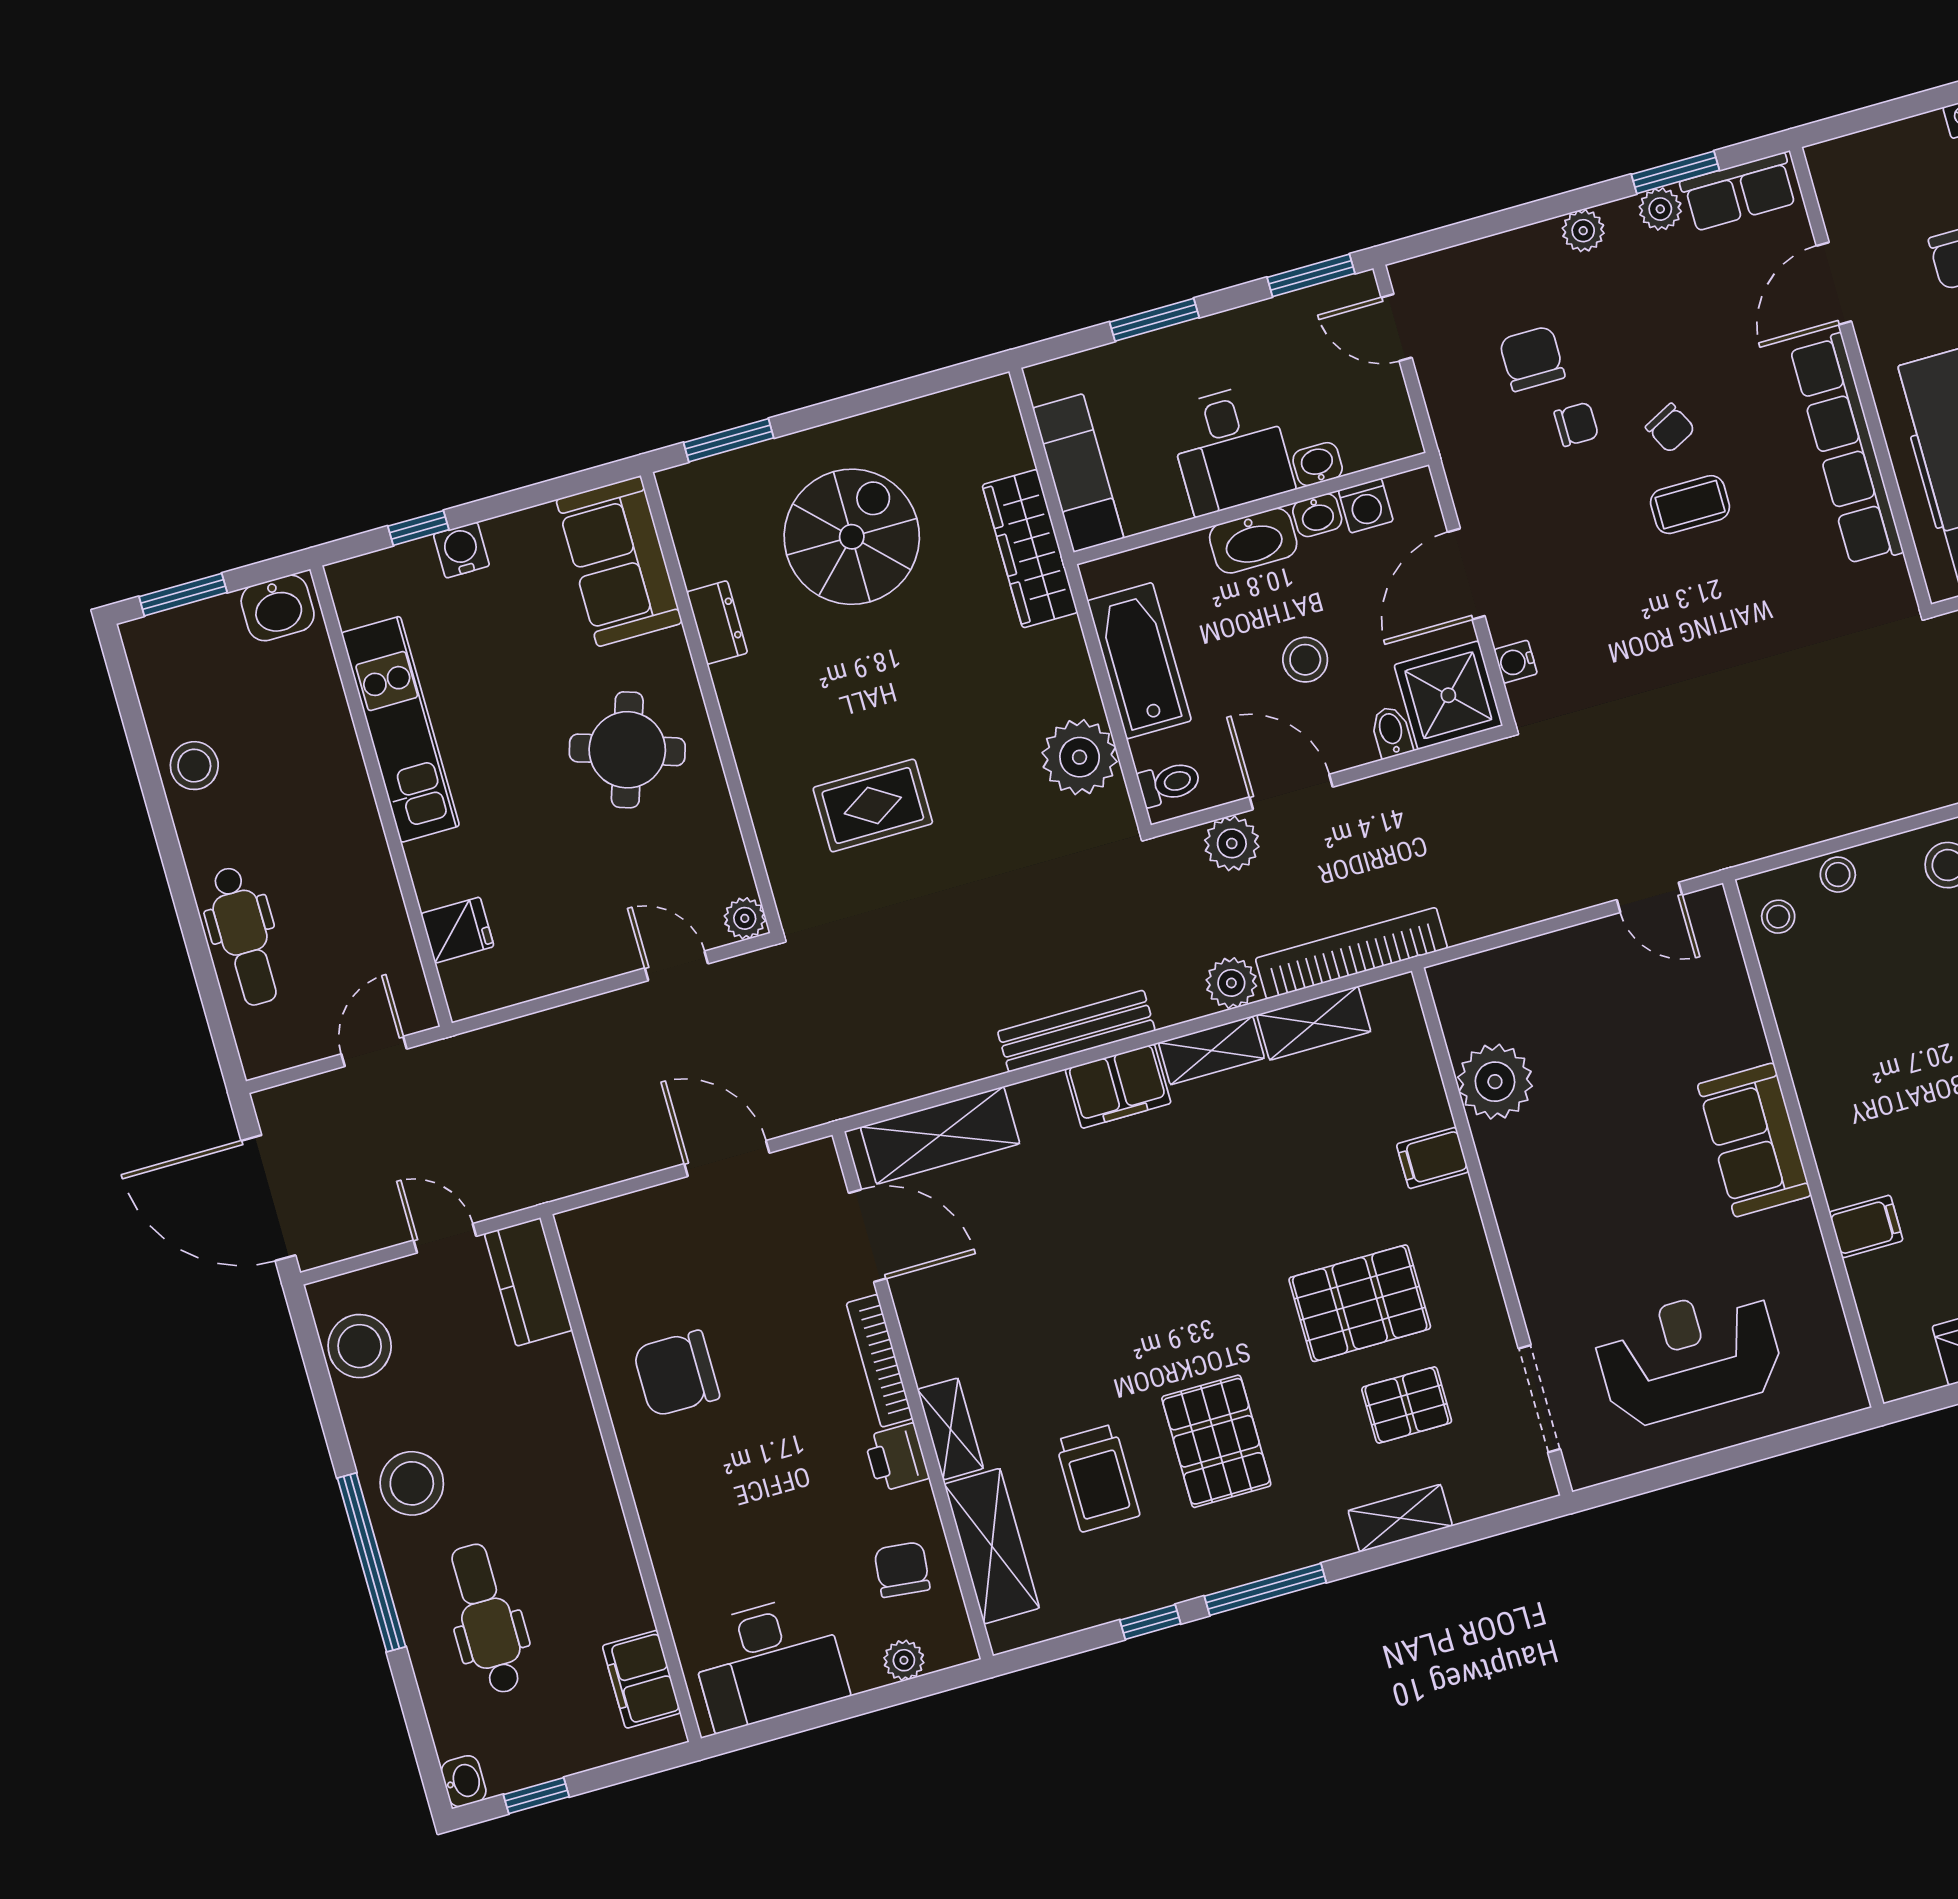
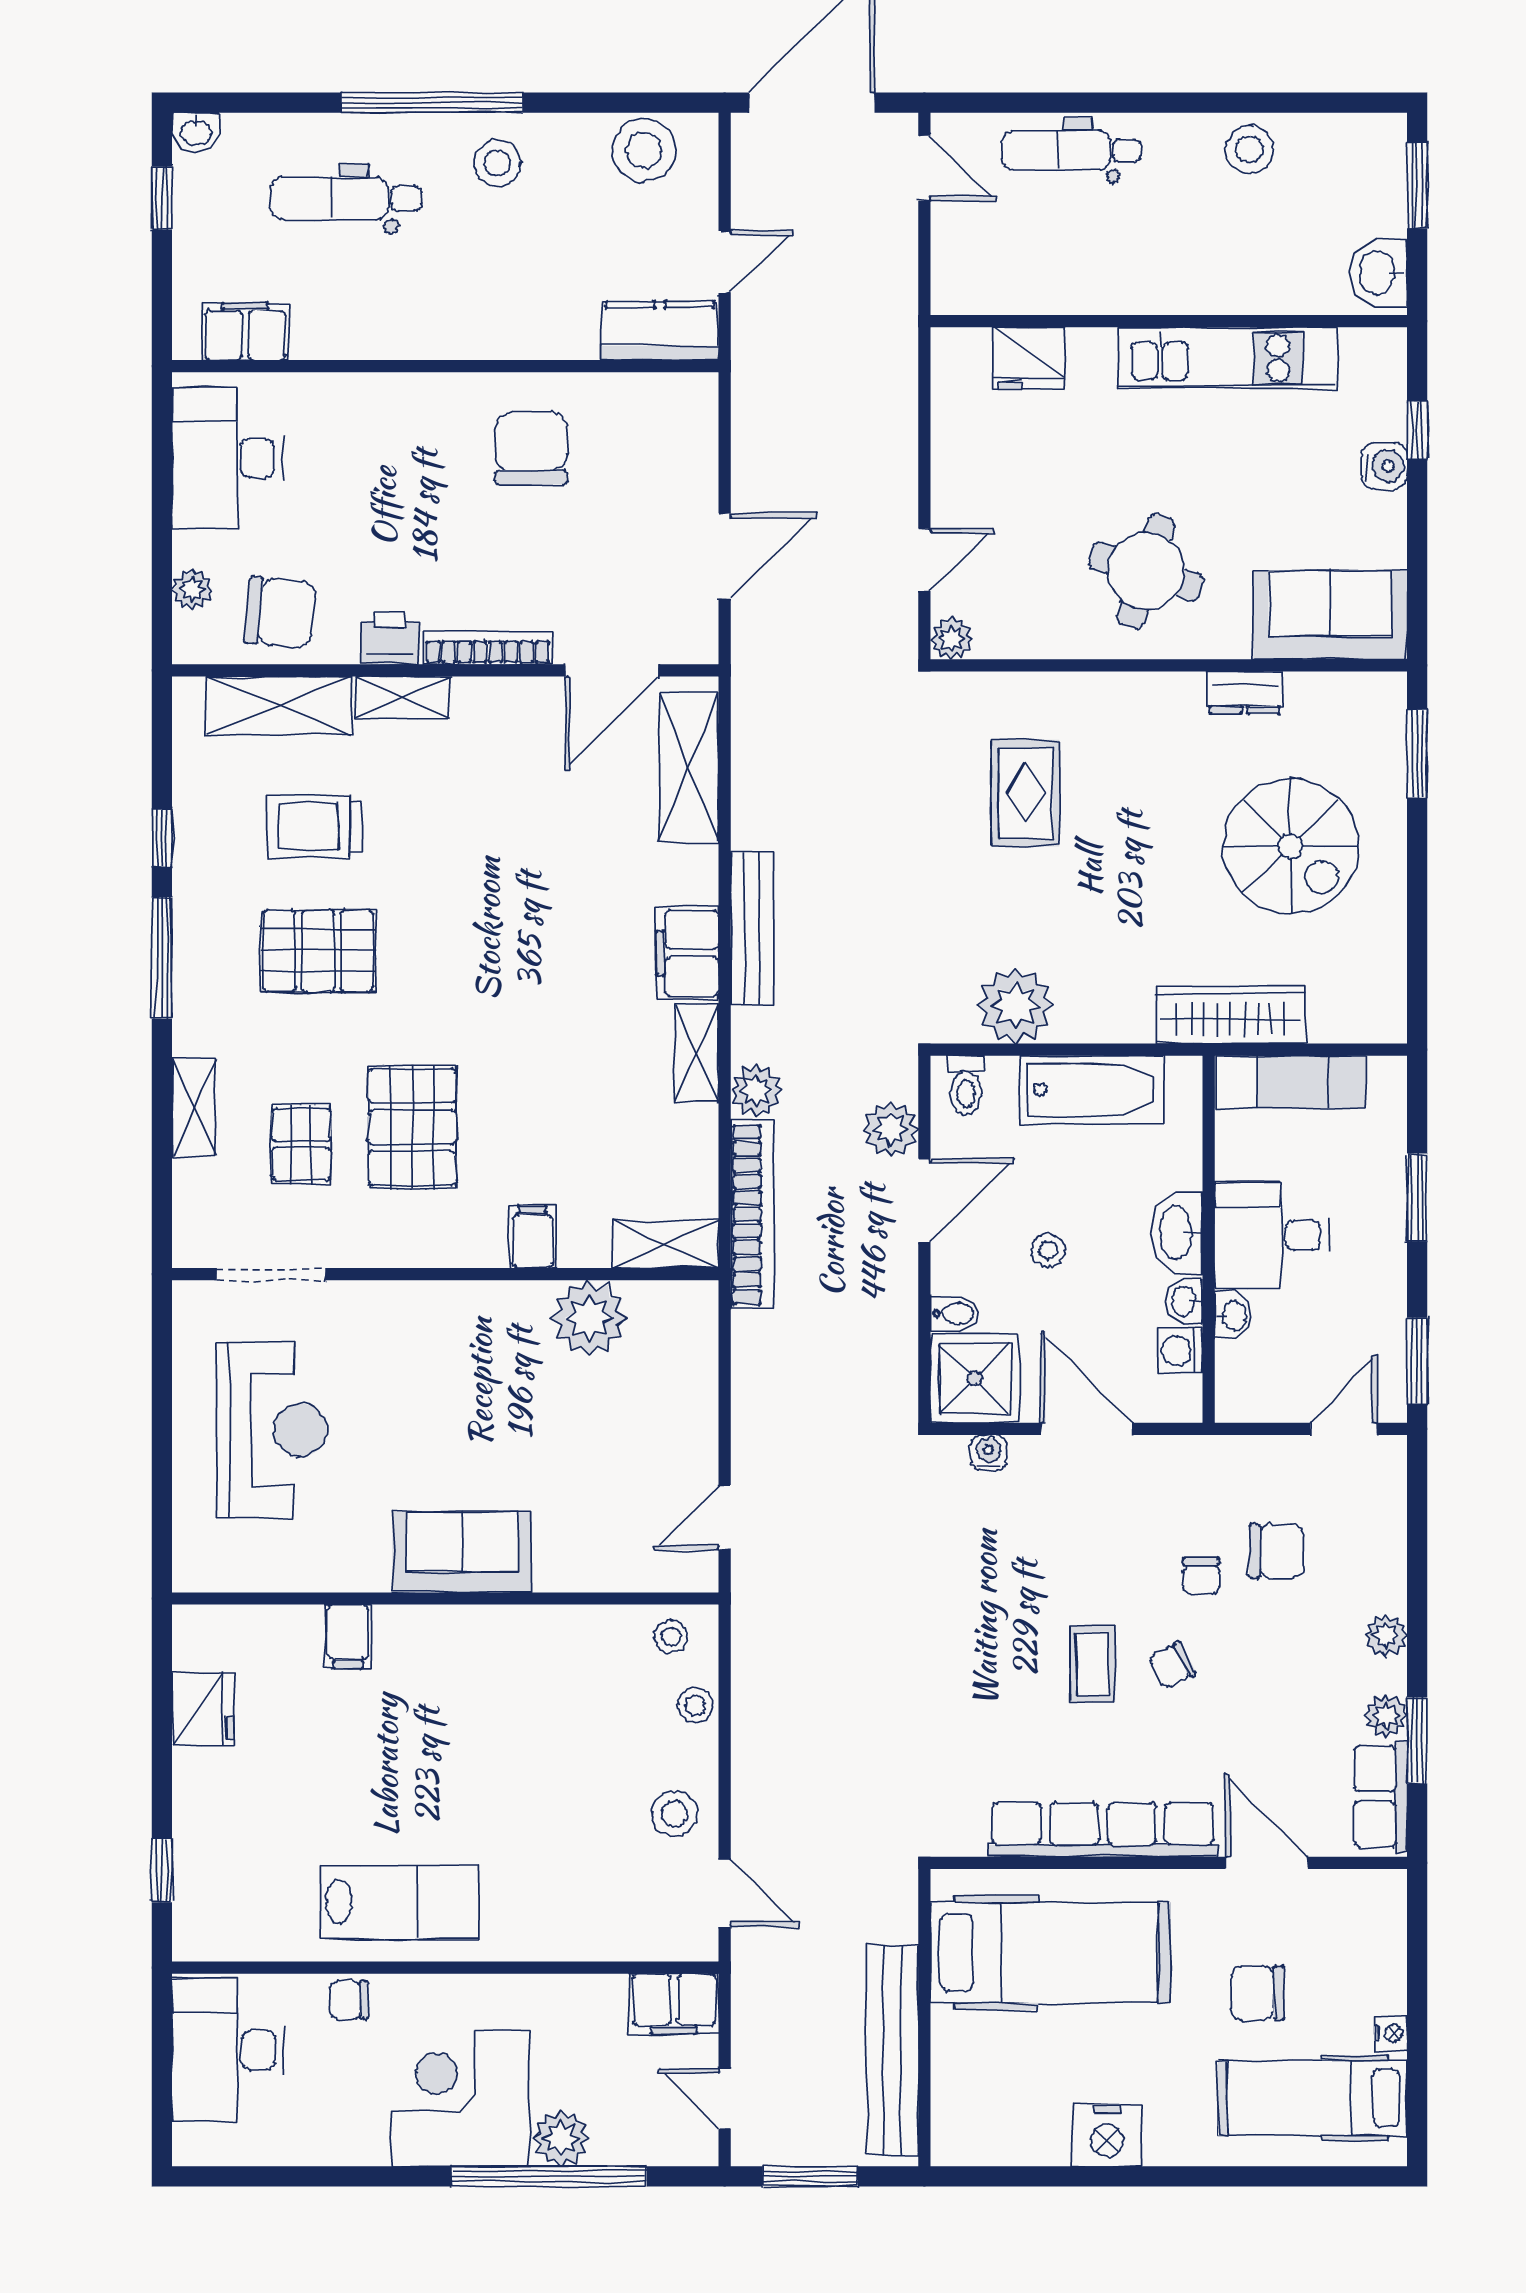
stool: (1305, 660) -> (1048, 1250), width x0.73, depth x0.73
fridge: (457, 930) -> (1029, 358), width x1.38
shelving: (1314, 1023) -> (666, 1244), moved, turned 90
door: (374, 1051) -> (924, 168), moved
stool: (412, 1483) -> (497, 163), width x0.73, depth x0.73
chair: (902, 1570) -> (280, 613), width x1.37, depth x1.37
dental chair: (487, 1619) -> (346, 199), turned 180

